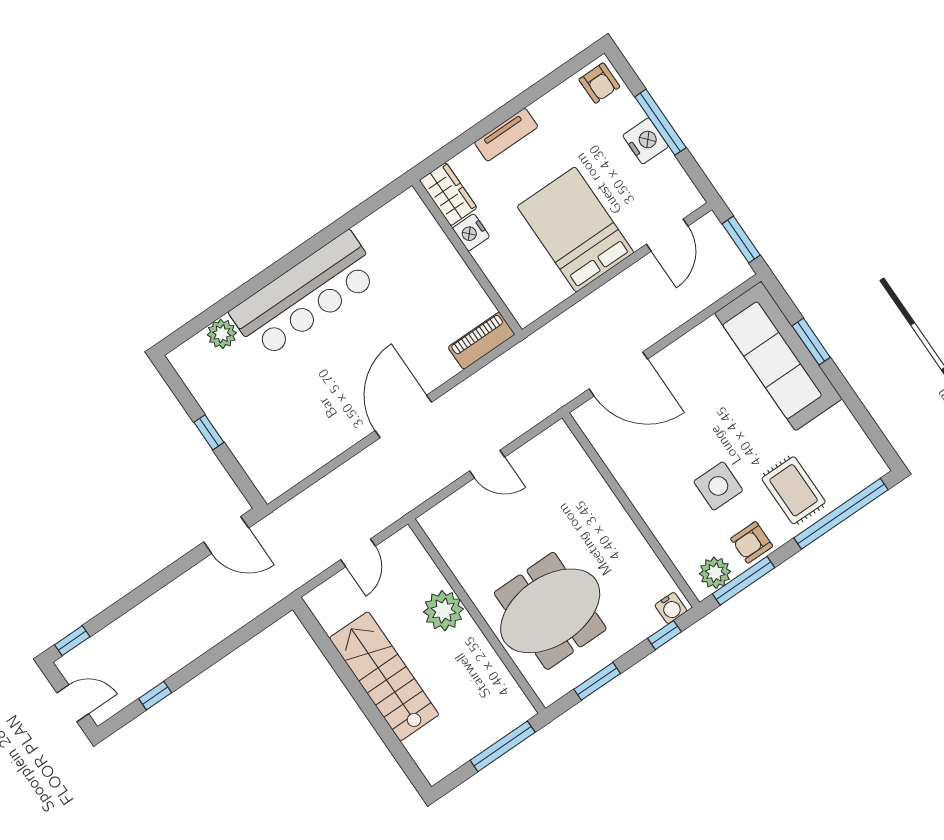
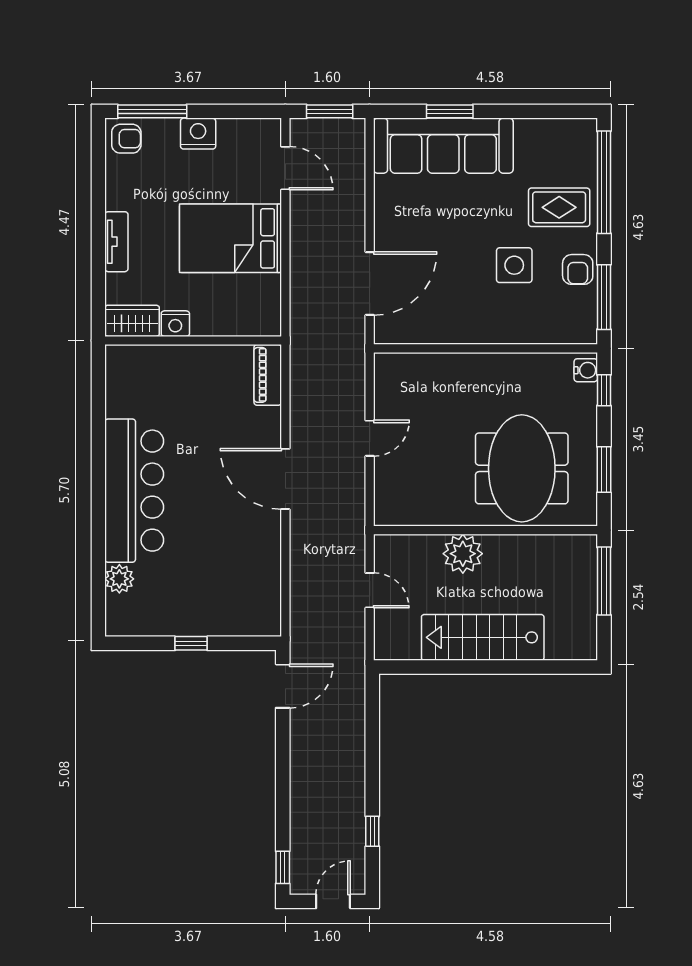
window: (660, 122) -> (152, 111), moved
plant: (715, 573) -> (582, 316), removed

